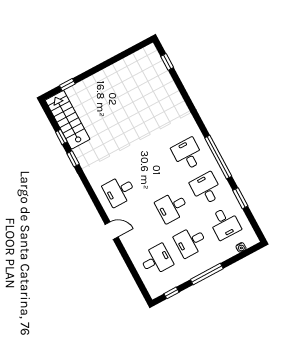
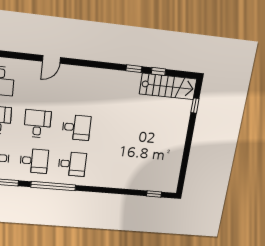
desk: (119, 191) -> (76, 127), moved, turned 90

